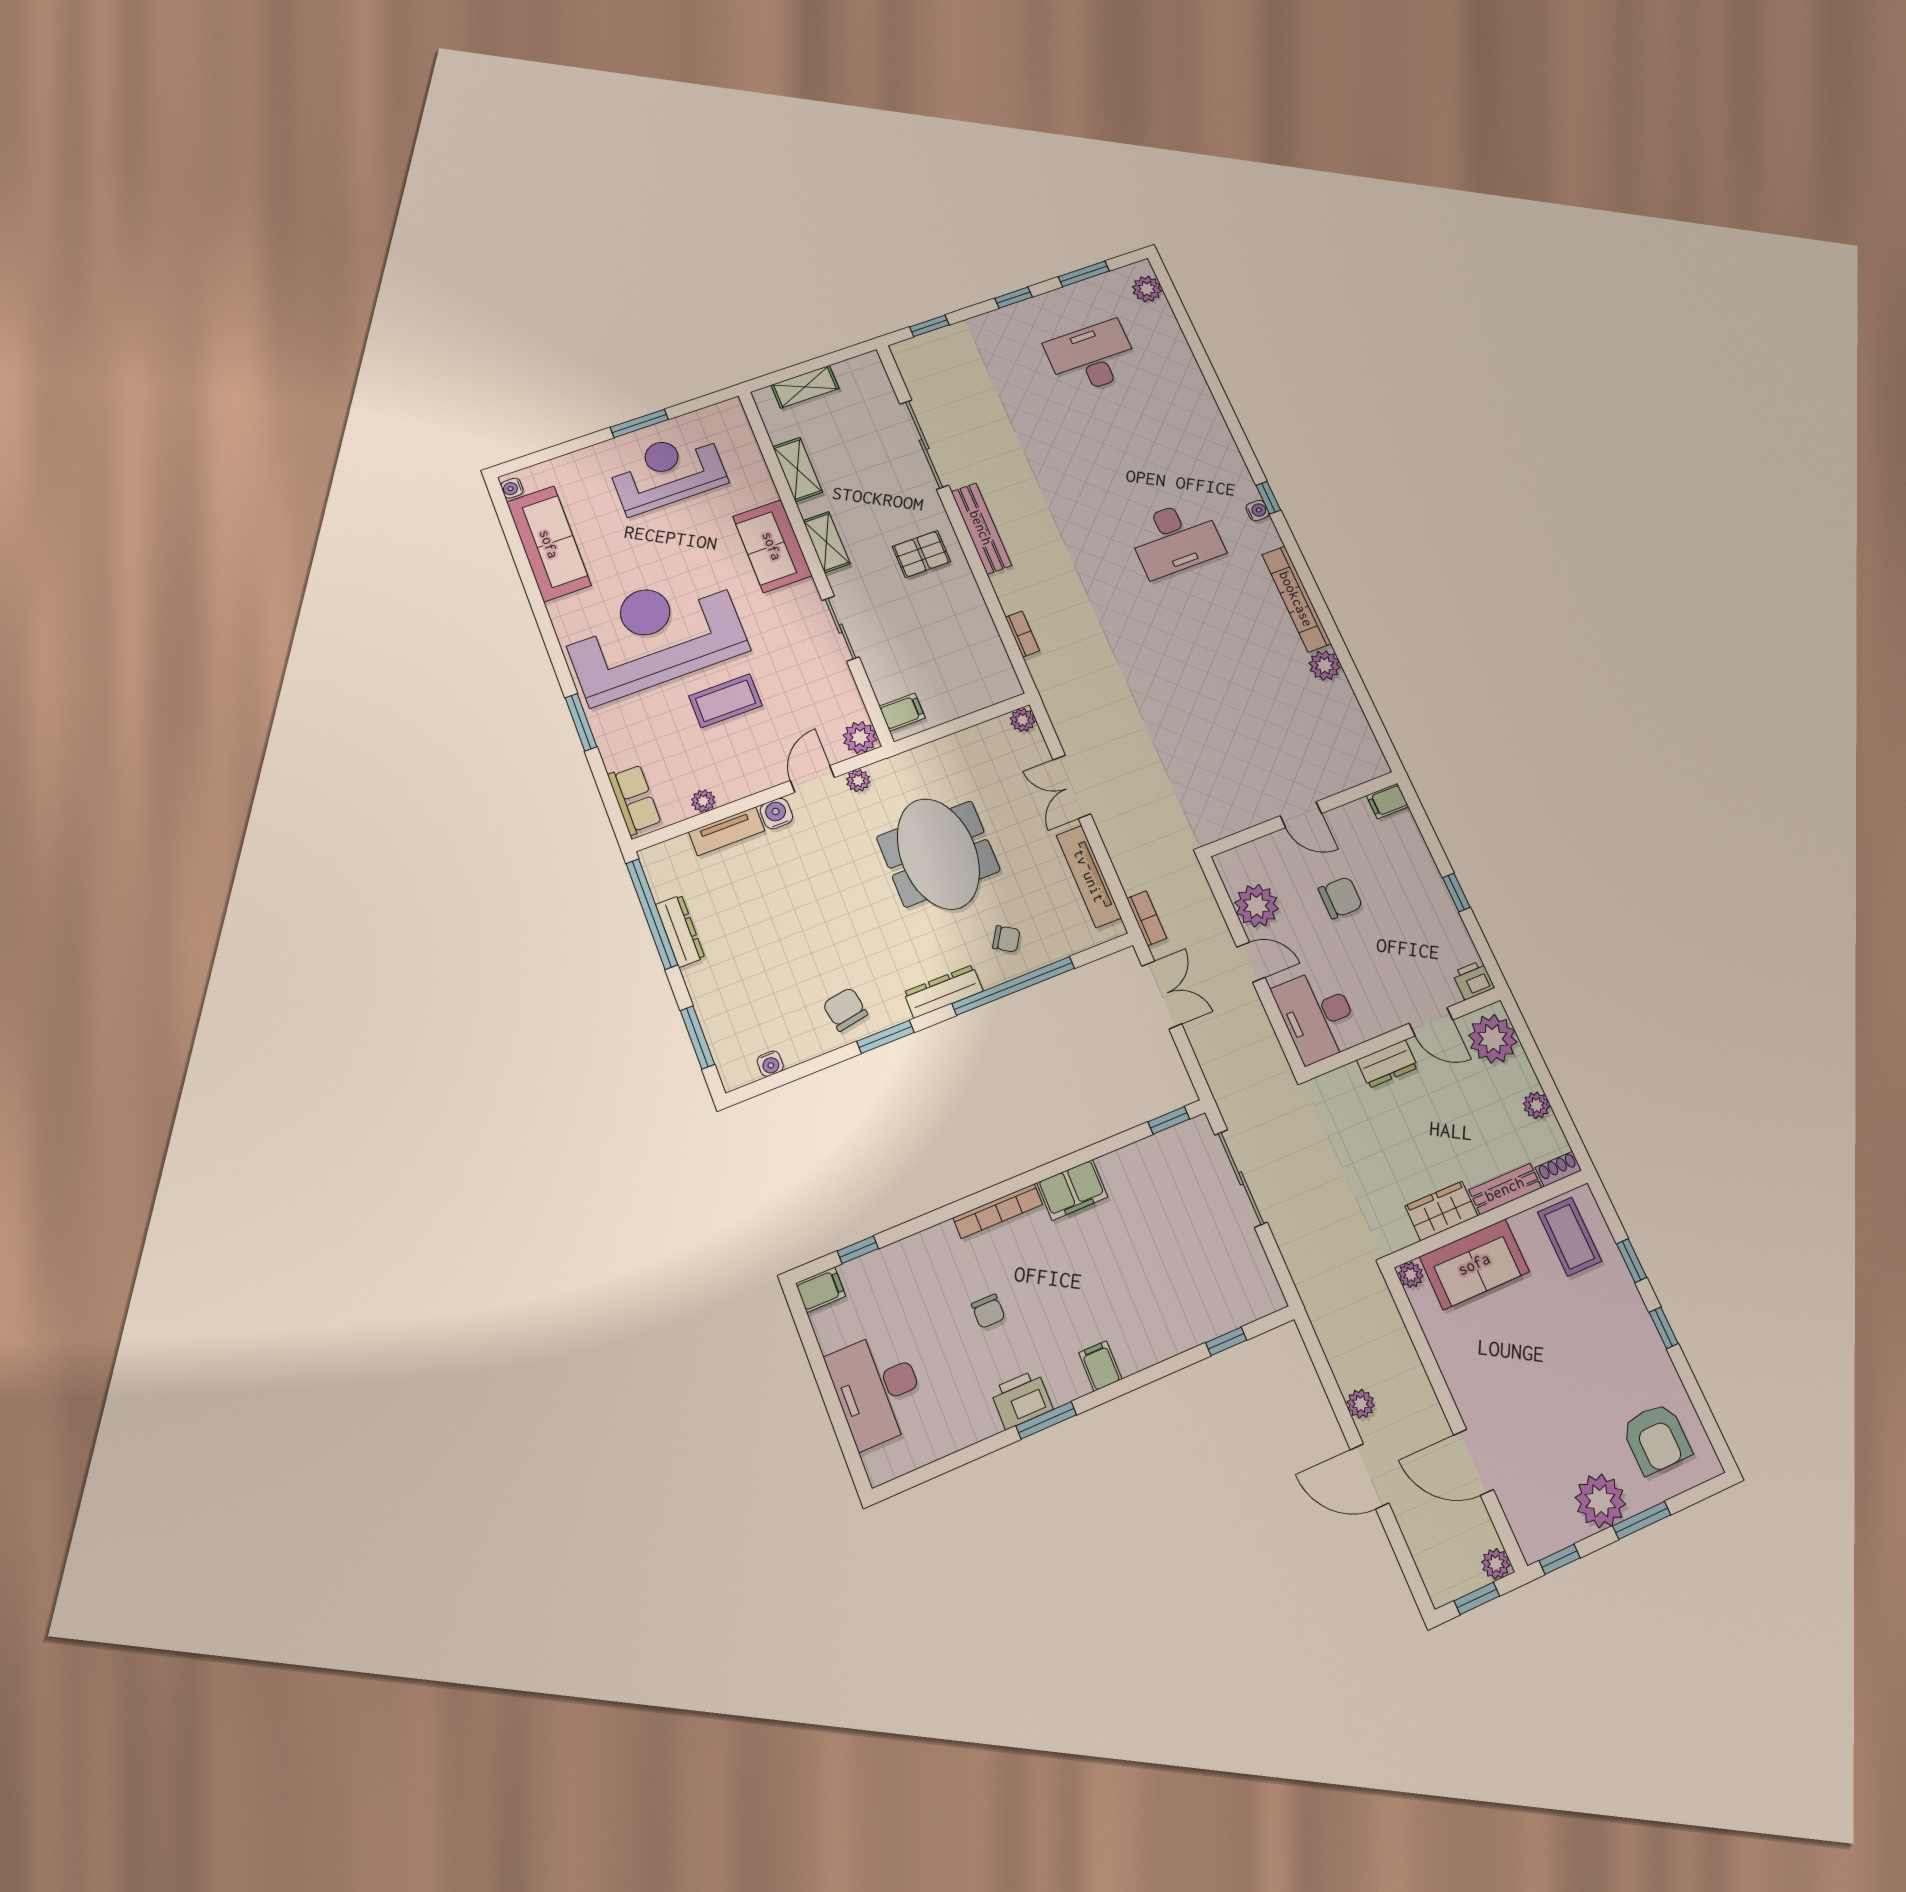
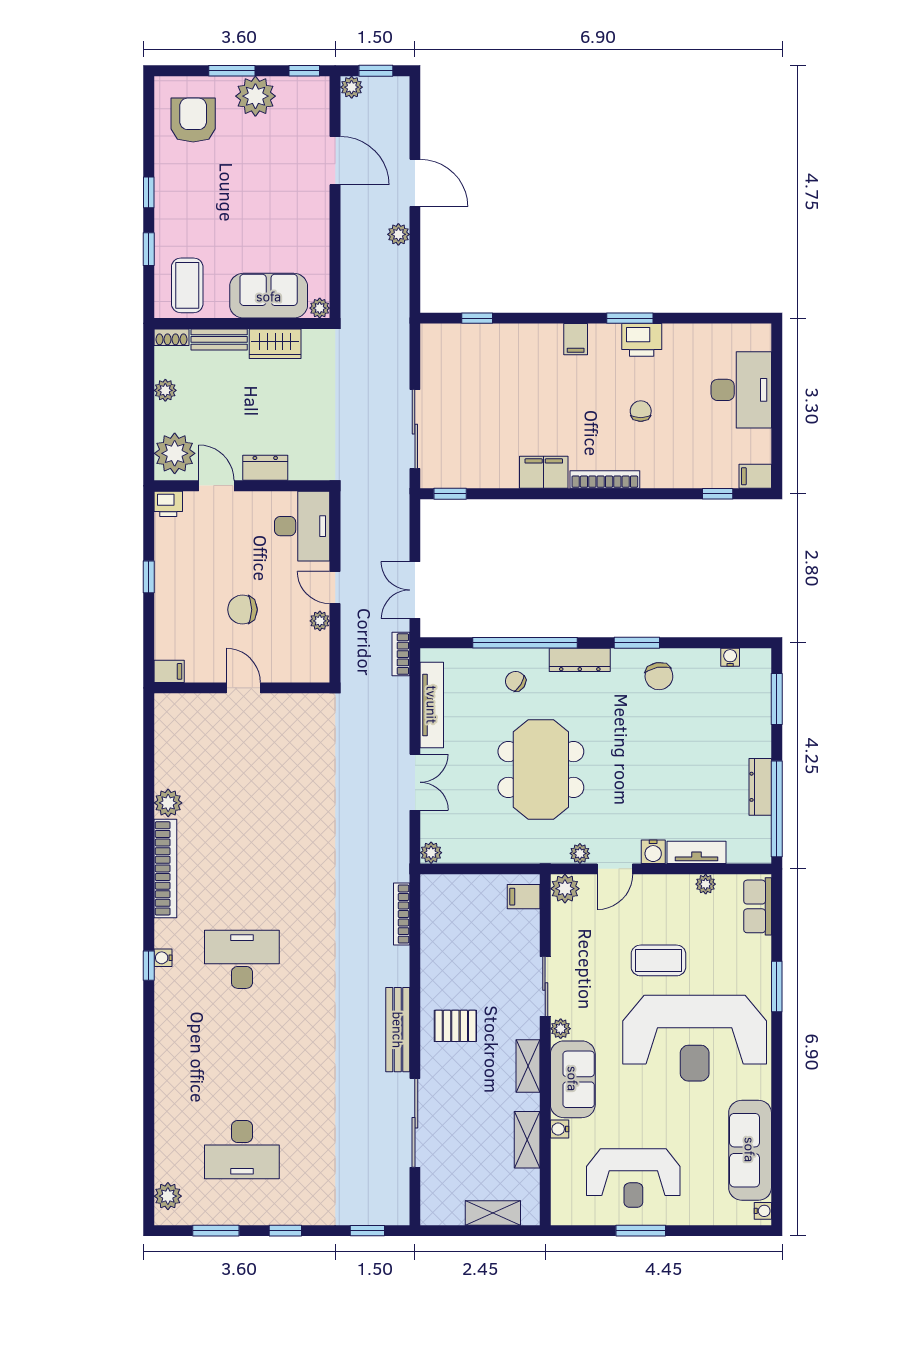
water cooler: (767, 492) -> (560, 1129), added
plant: (806, 592) -> (561, 1029), added
bookcase: (1022, 634) -> (402, 914), width x1.56
plant: (1257, 906) -> (320, 621), width x0.53, depth x0.53

